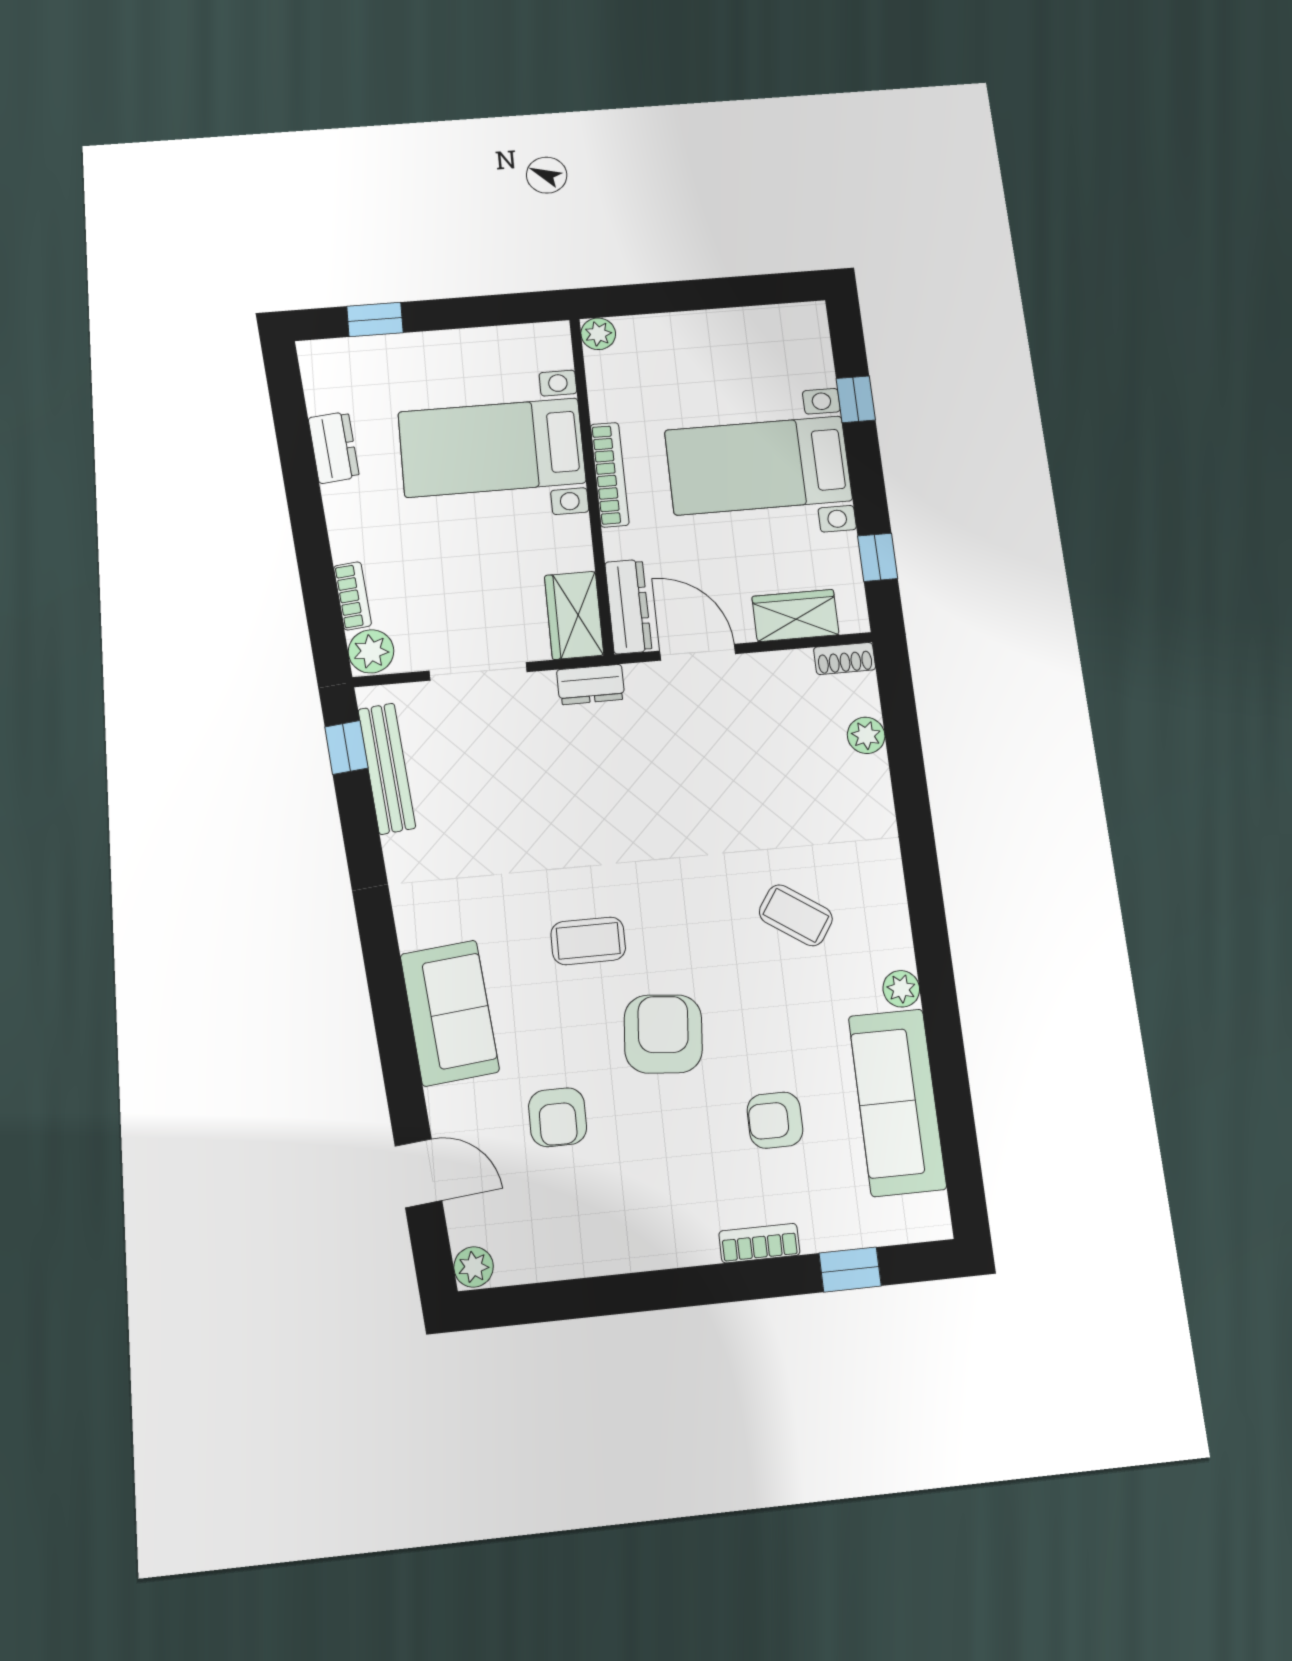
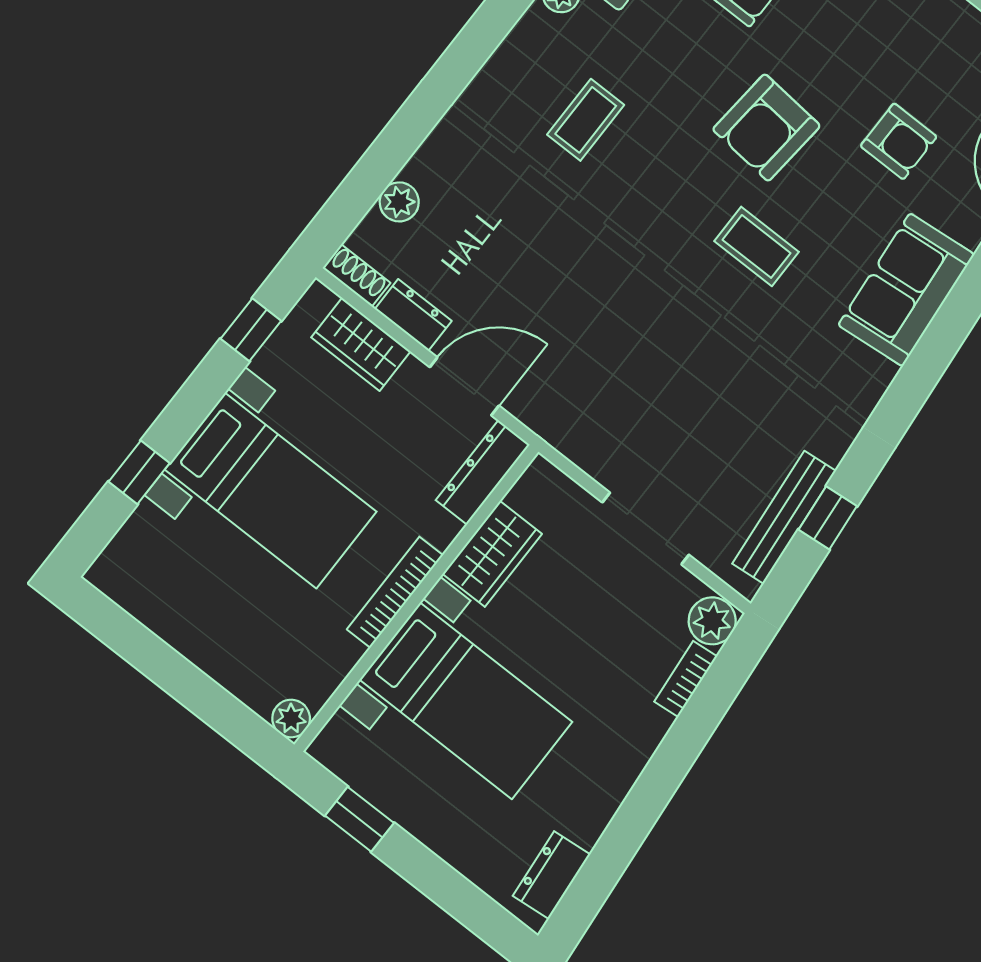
window: (375, 319) -> (359, 819), moved
dresser: (334, 447) -> (552, 875), moved
wardrobe: (574, 615) -> (492, 554), moved
door: (698, 652) -> (464, 386), swing flipped
dresser: (591, 684) -> (413, 315), moved
window: (346, 747) -> (828, 518), moved
coffee table: (796, 915) -> (586, 120), turned 56
armchair: (558, 1117) -> (899, 141), turned 90

